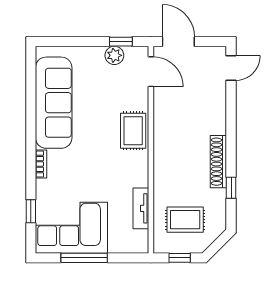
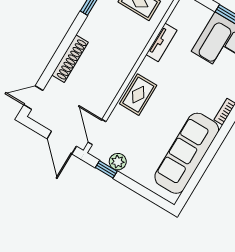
shoe rack: (218, 162) -> (70, 59), moved
tv unit: (141, 208) -> (161, 42), moved

